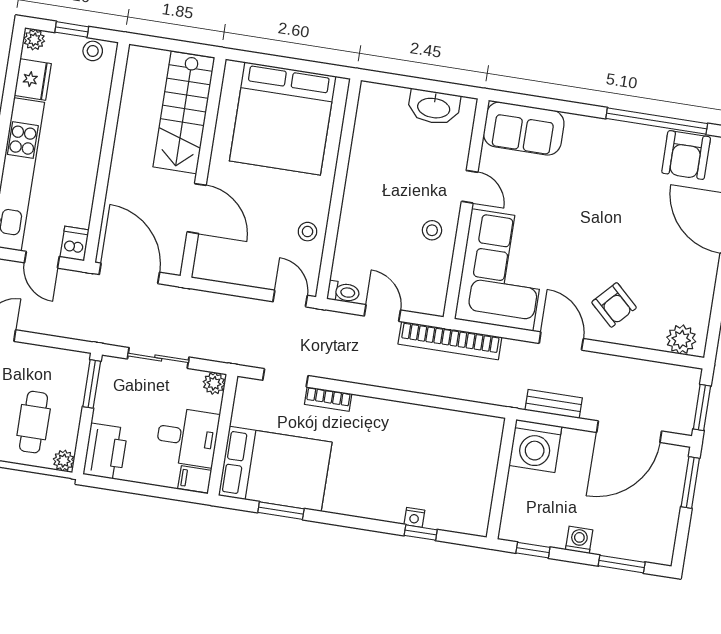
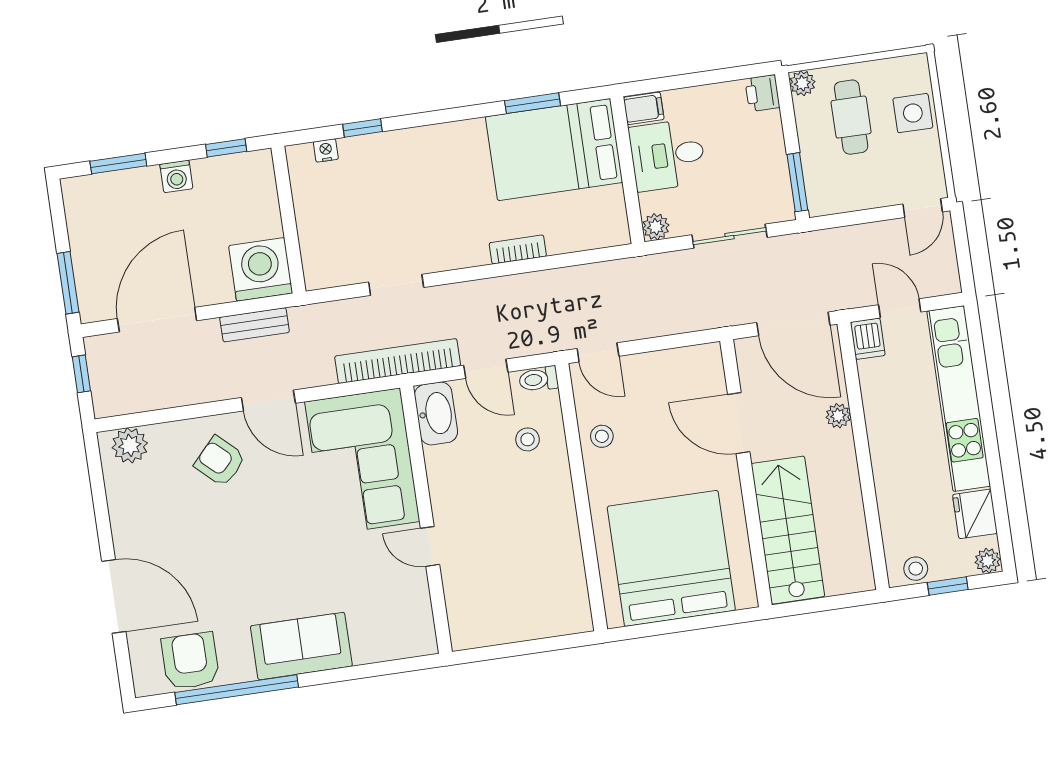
washbasin: (434, 107) -> (436, 413), moved, turned 90
sofa: (524, 129) -> (301, 646), moved
plant: (116, 190) -> (838, 416), added
stool: (432, 230) -> (528, 439), moved
doorway: (285, 378) -> (396, 285), moved
window: (702, 407) -> (81, 374), width x0.67
printer: (105, 451) -> (762, 93), width x0.53, depth x0.68
nightstand: (414, 517) -> (326, 150), moved

